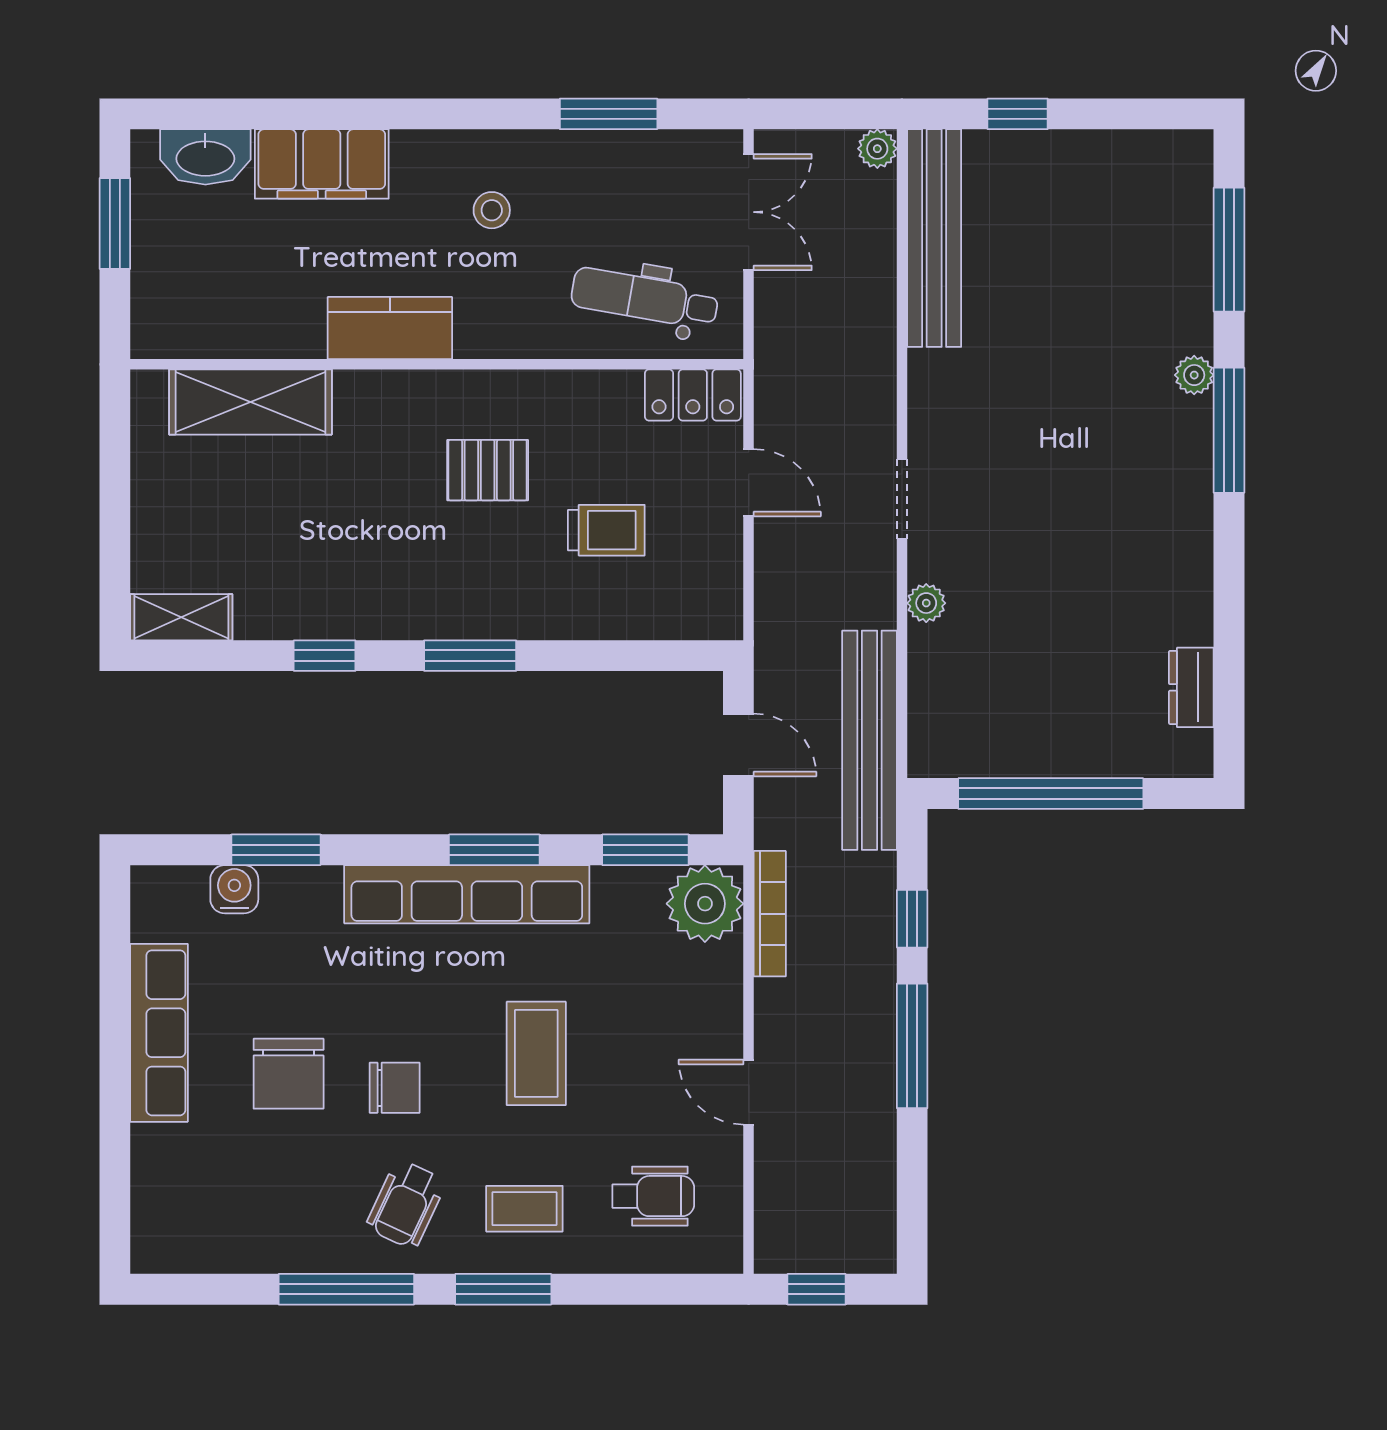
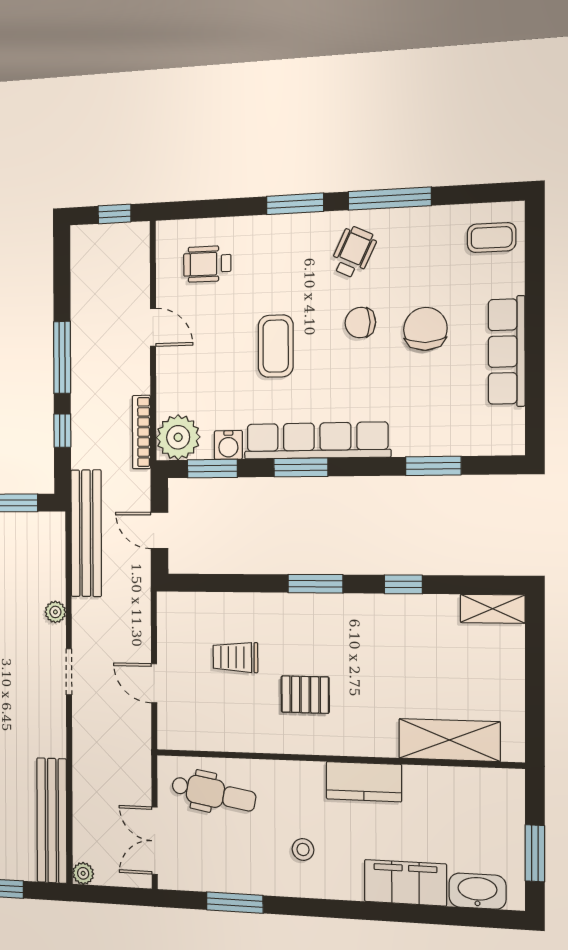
locker: (693, 395) -> (186, 735), removed
water cooler: (234, 889) -> (228, 445), moved
coffee table: (524, 1209) -> (492, 238), moved

